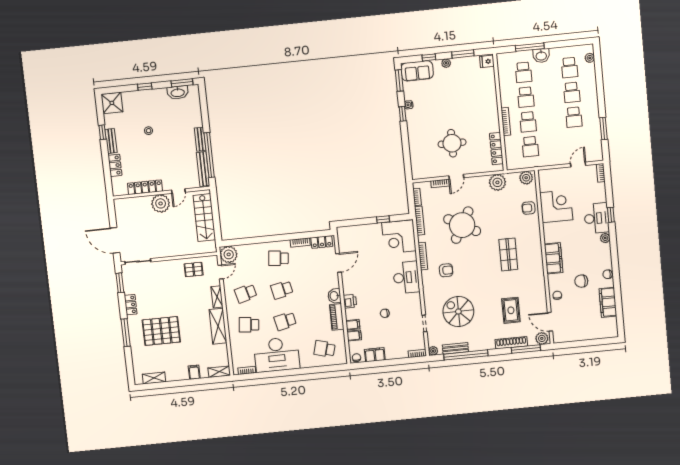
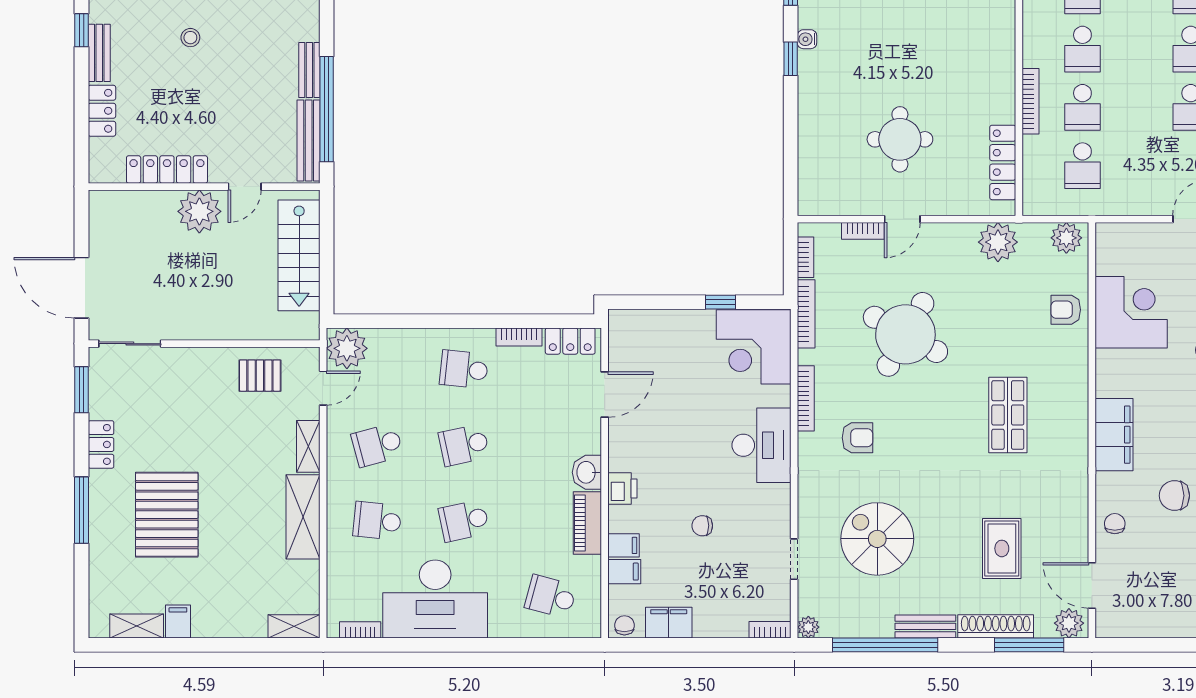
pallet: (161, 331) -> (167, 515), turned 90
bench: (455, 348) -> (925, 626), moved
filing cabinet: (194, 372) -> (178, 621), moved

